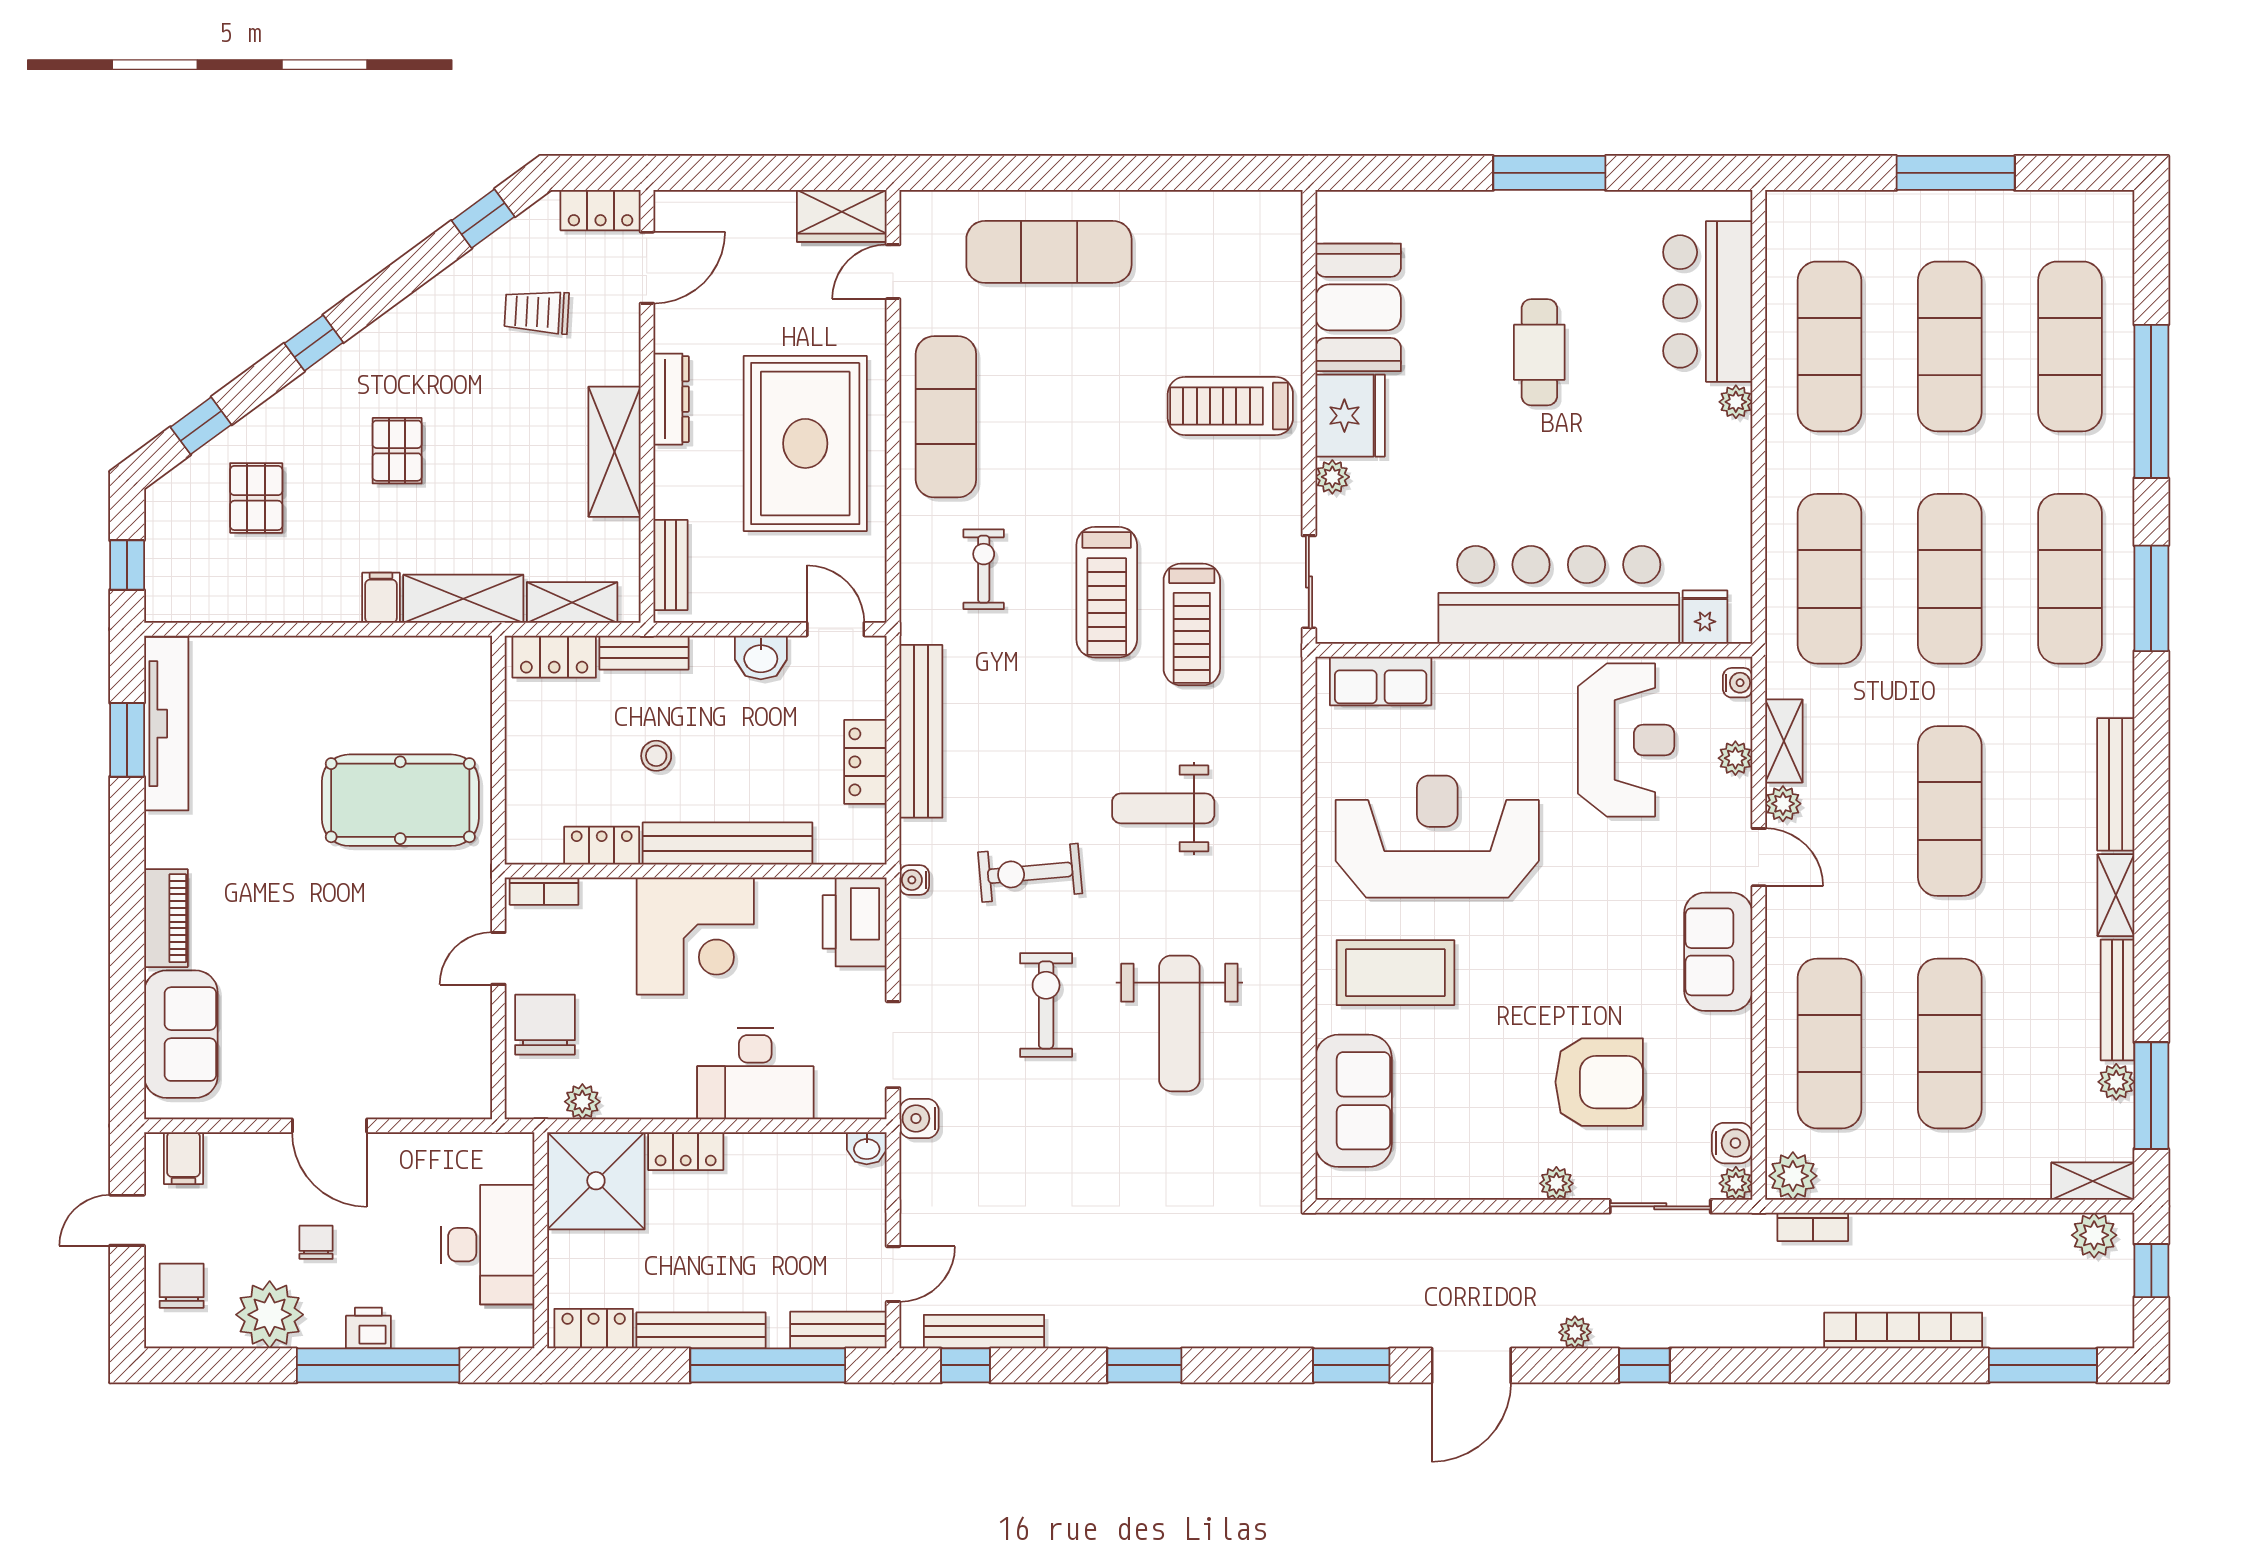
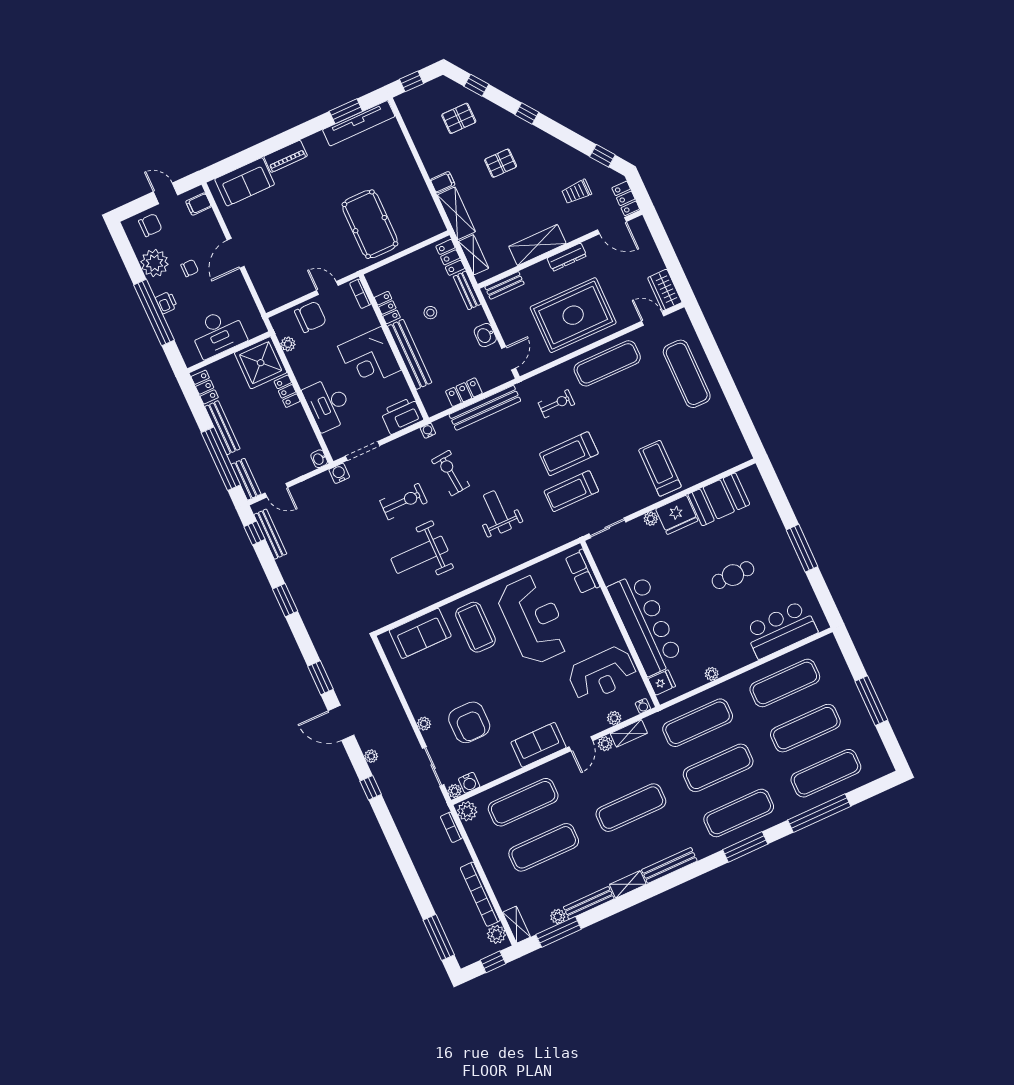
trolley: (537, 312) -> (577, 192), turned -93
plant: (1736, 402) -> (712, 674), moved
bookcase: (1903, 1331) -> (480, 894), moved, turned 180

